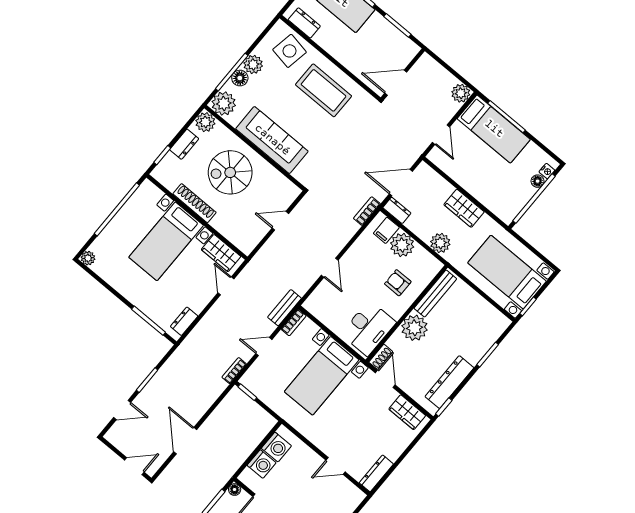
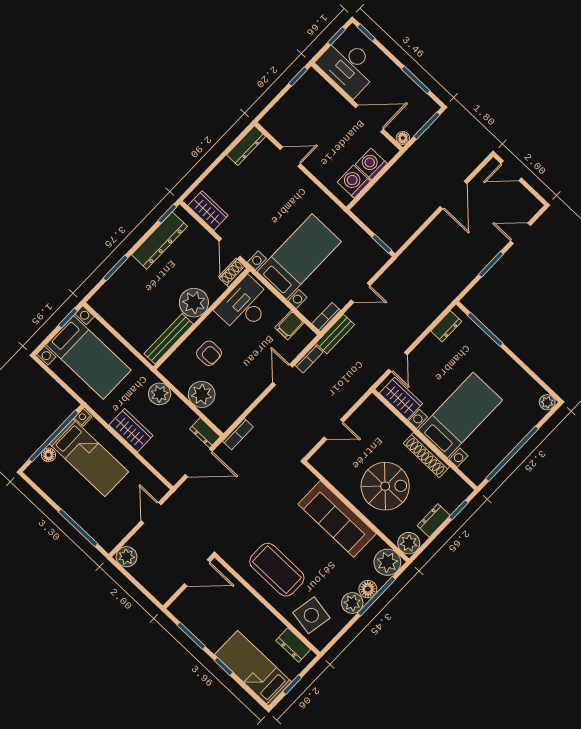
bed: (494, 129) -> (89, 458), moved, turned 180
nightstand: (547, 171) -> (83, 417), moved
filing cabinet: (386, 230) -> (289, 325), moved, turned 180
bookcase: (234, 371) -> (309, 359), moved

